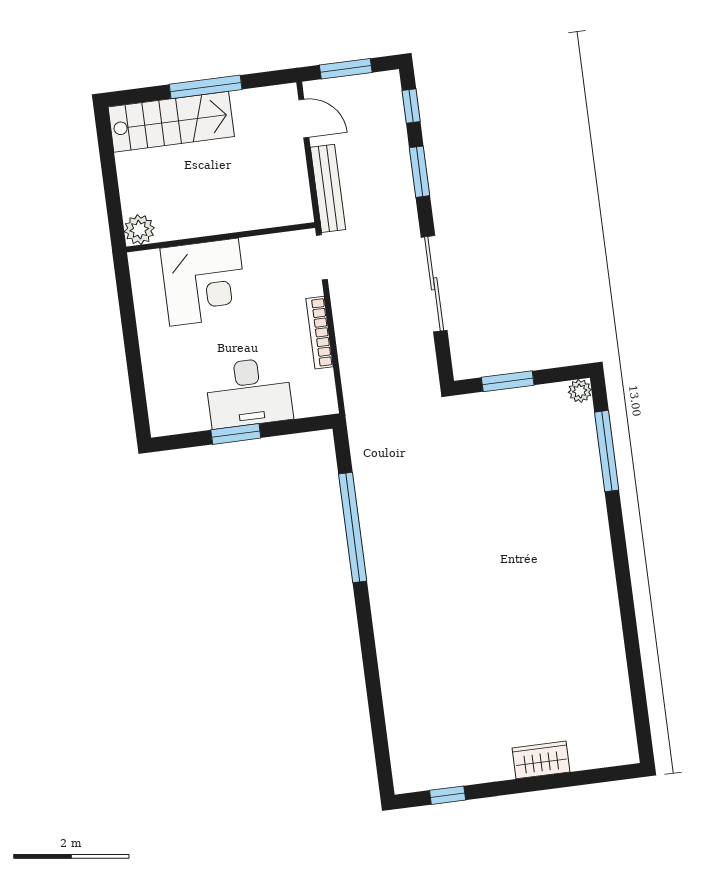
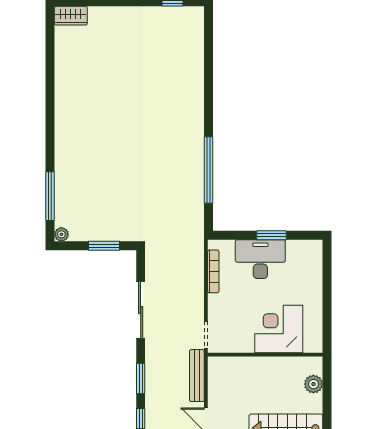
plant: (139, 230) -> (313, 384), moved
bookcase: (320, 333) -> (213, 271), moved
wardrobe: (541, 760) -> (71, 16), moved

